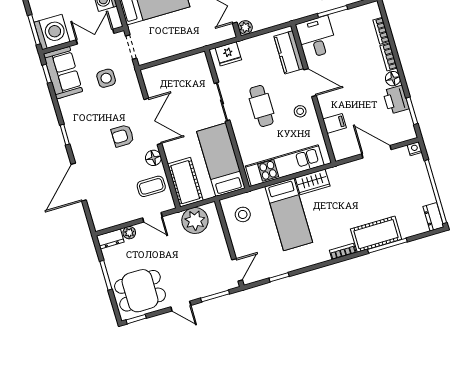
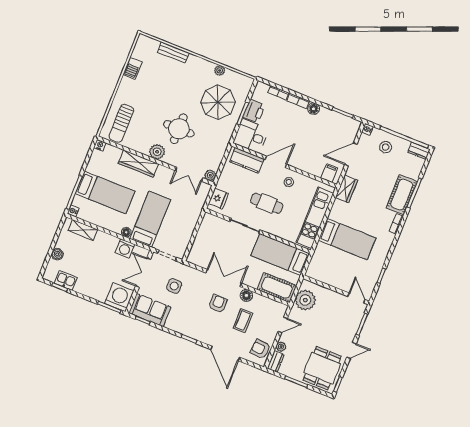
printer: (396, 100) -> (254, 111), moved, turned -90
filing cabinet: (335, 123) -> (329, 173), moved
armchair: (123, 136) -> (218, 304), turned 180
wardrobe: (313, 182) -> (346, 189), moved
coffee table: (151, 186) -> (243, 321), moved
armchair: (111, 214) -> (260, 349), added
stool: (243, 214) -> (386, 147), moved

